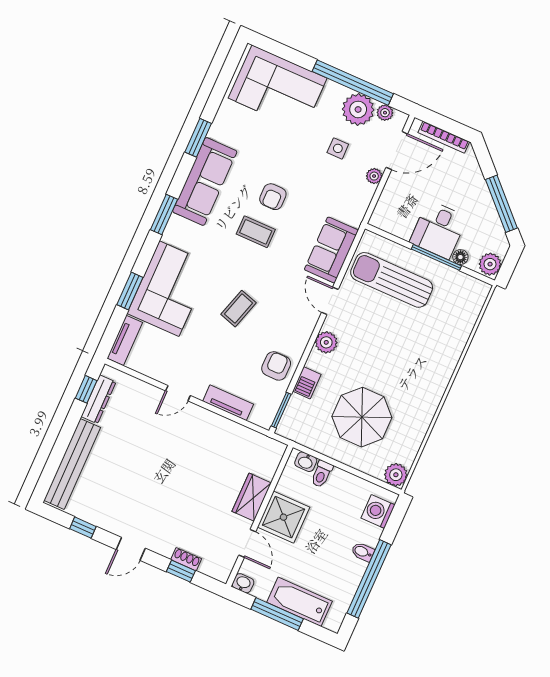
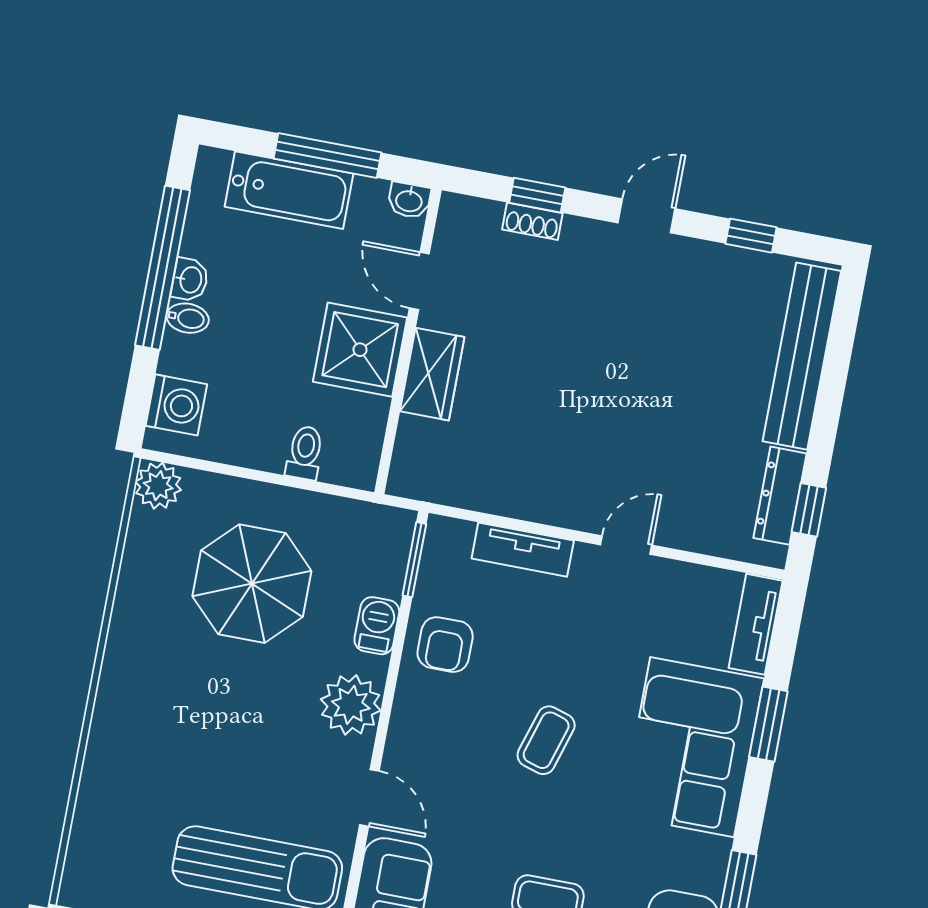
plant: (326, 342) -> (351, 705), width x1.36, depth x1.36
washbasin: (306, 462) -> (190, 280), moved, turned 90

